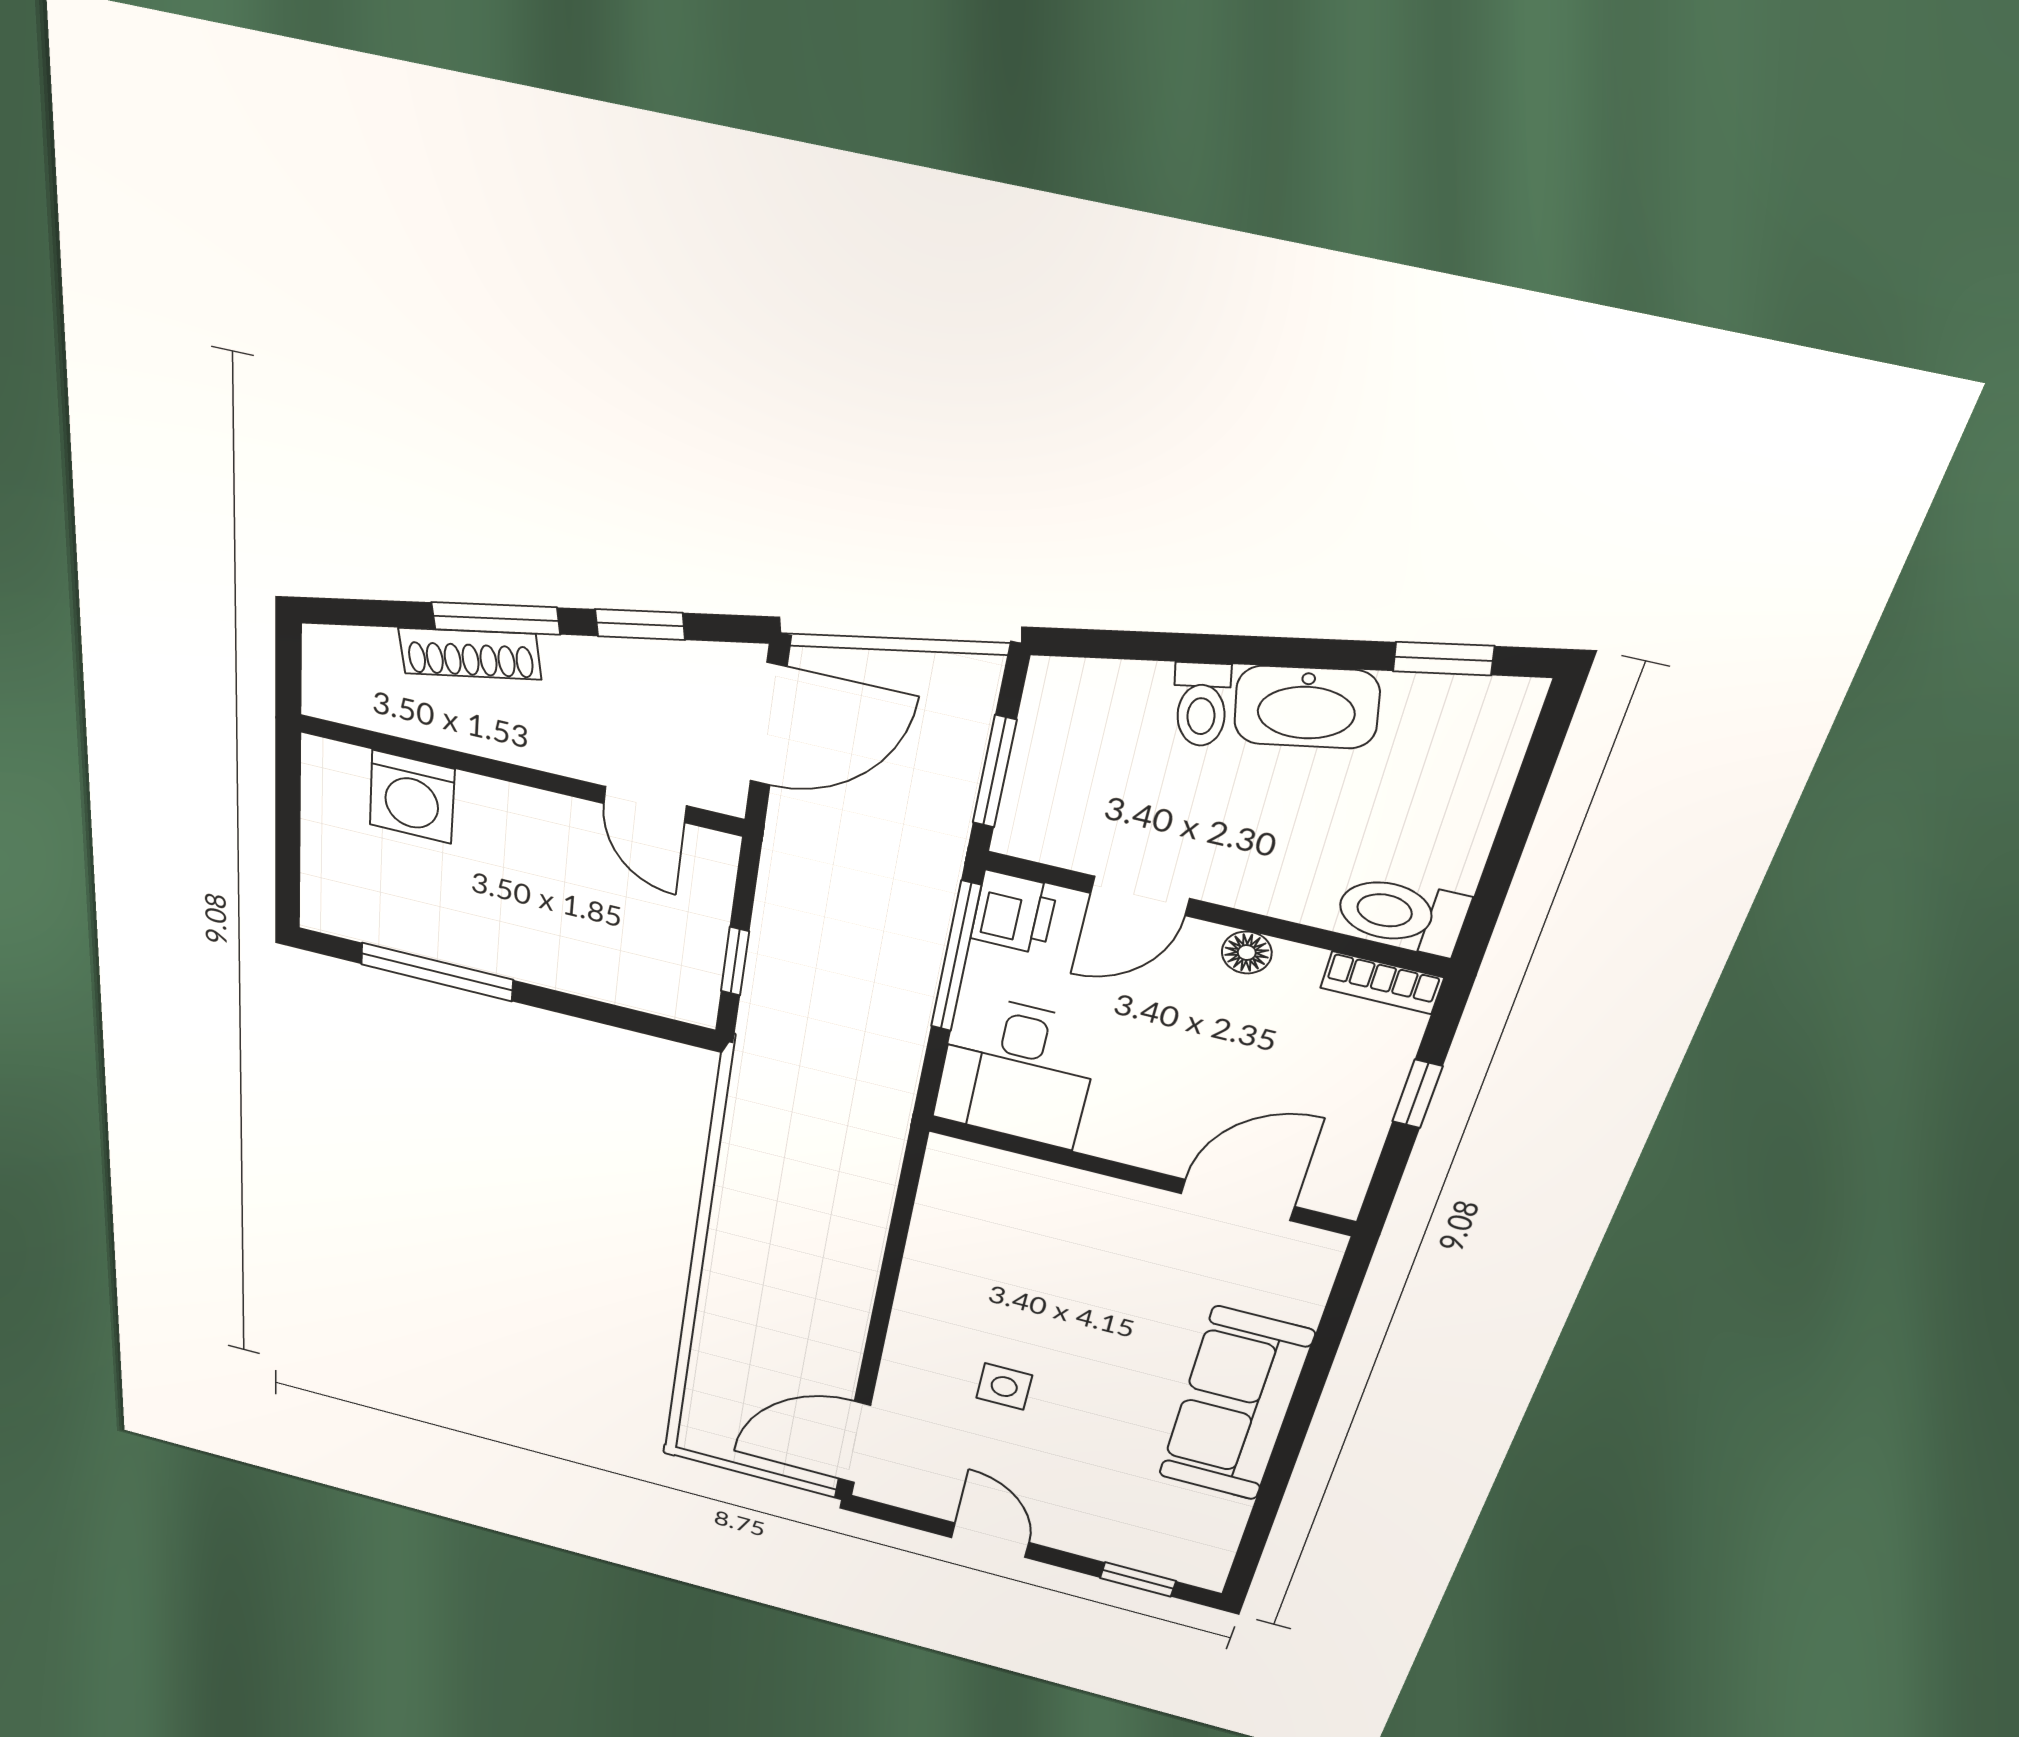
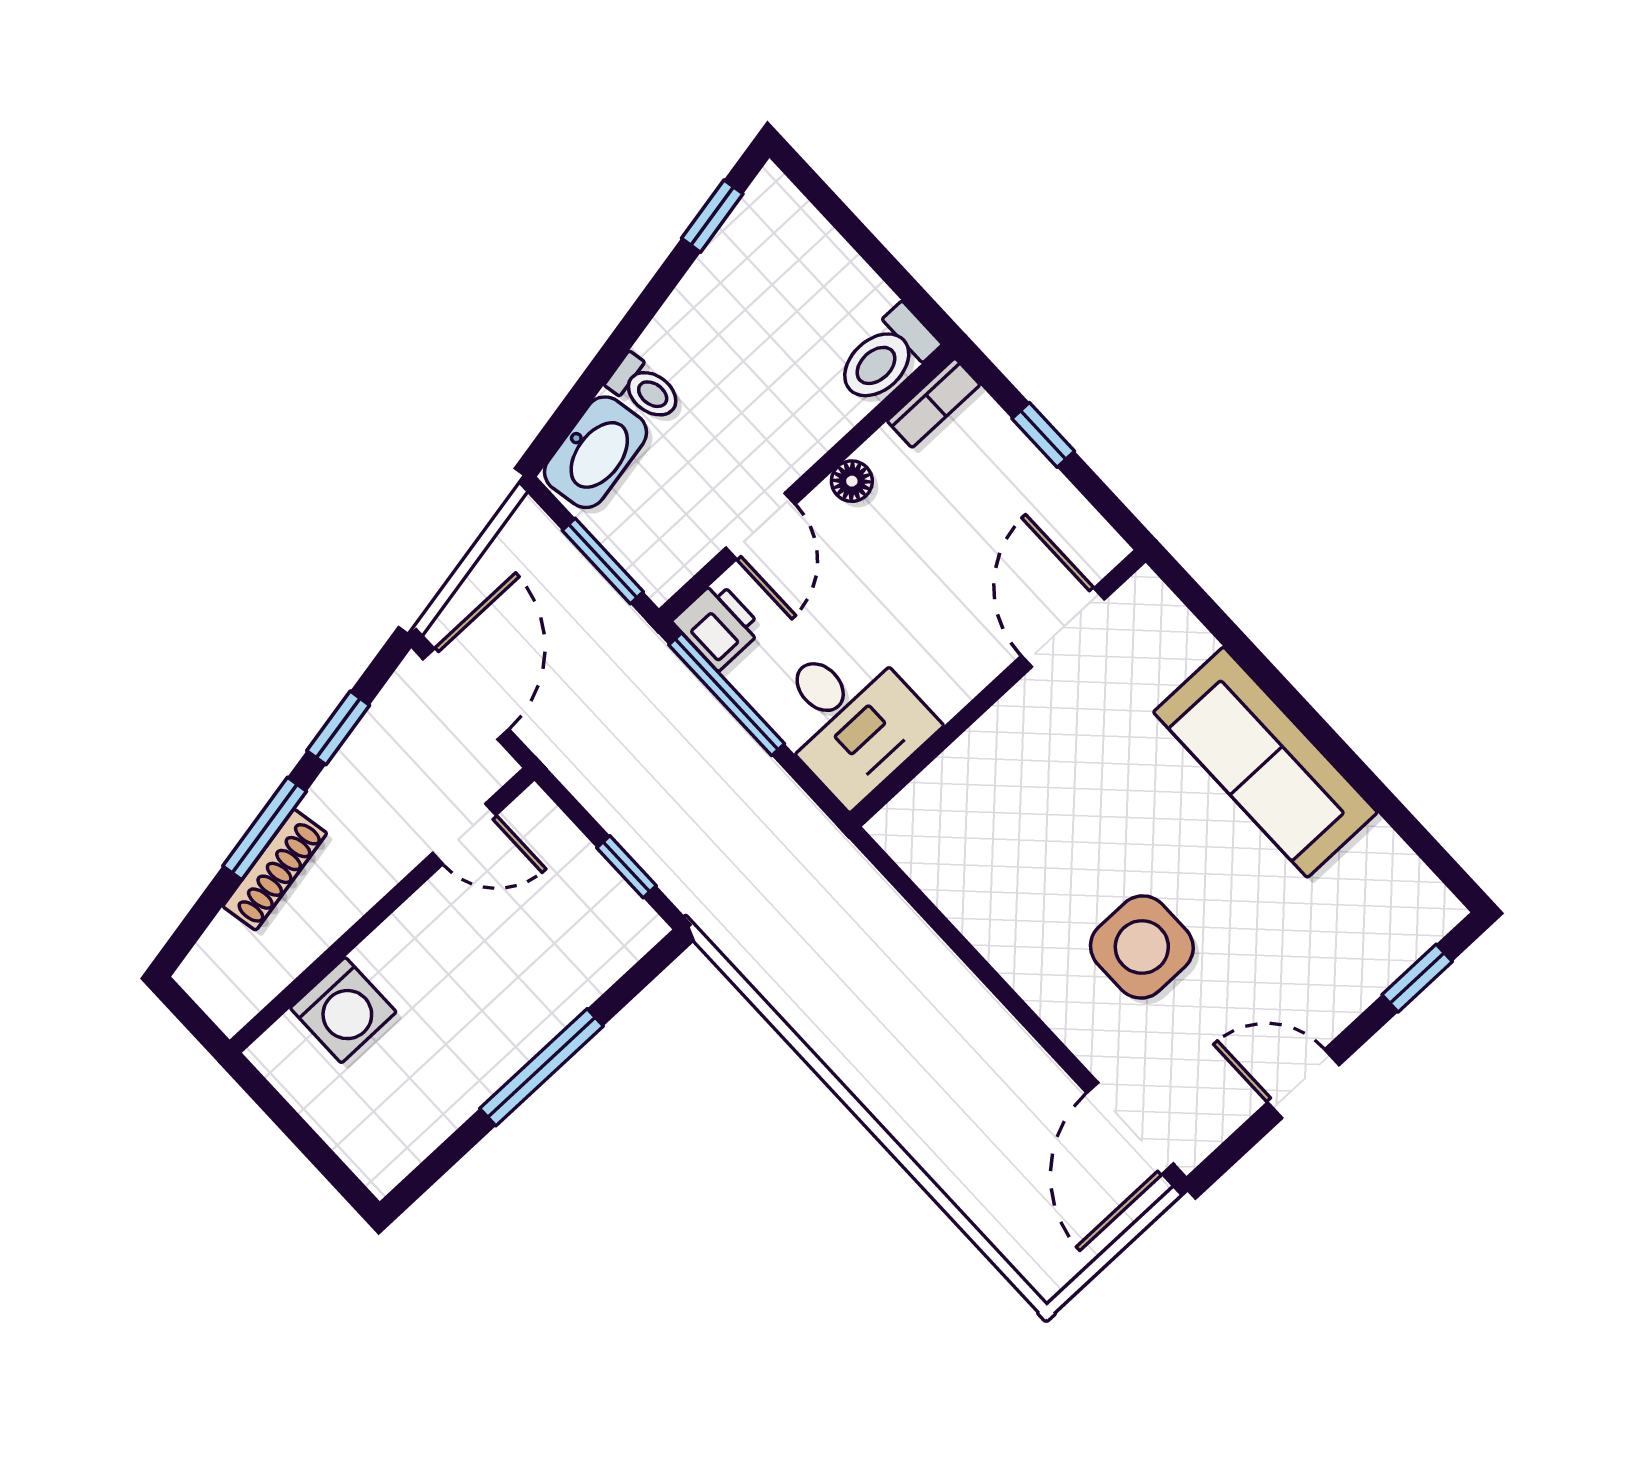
washbasin: (1307, 707) -> (596, 452), moved
window: (437, 972) -> (541, 1067), moved
side table: (1004, 1387) -> (1142, 947), width x1.87, depth x1.87

